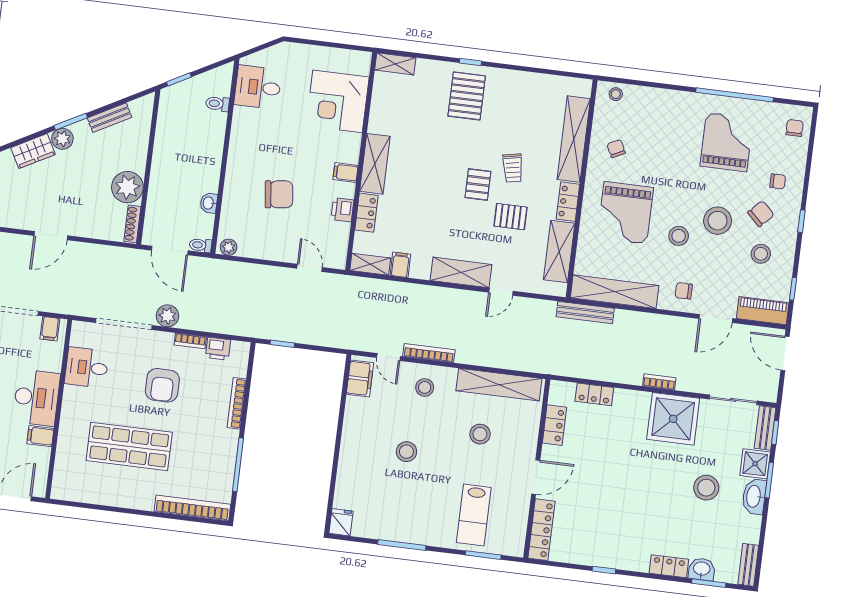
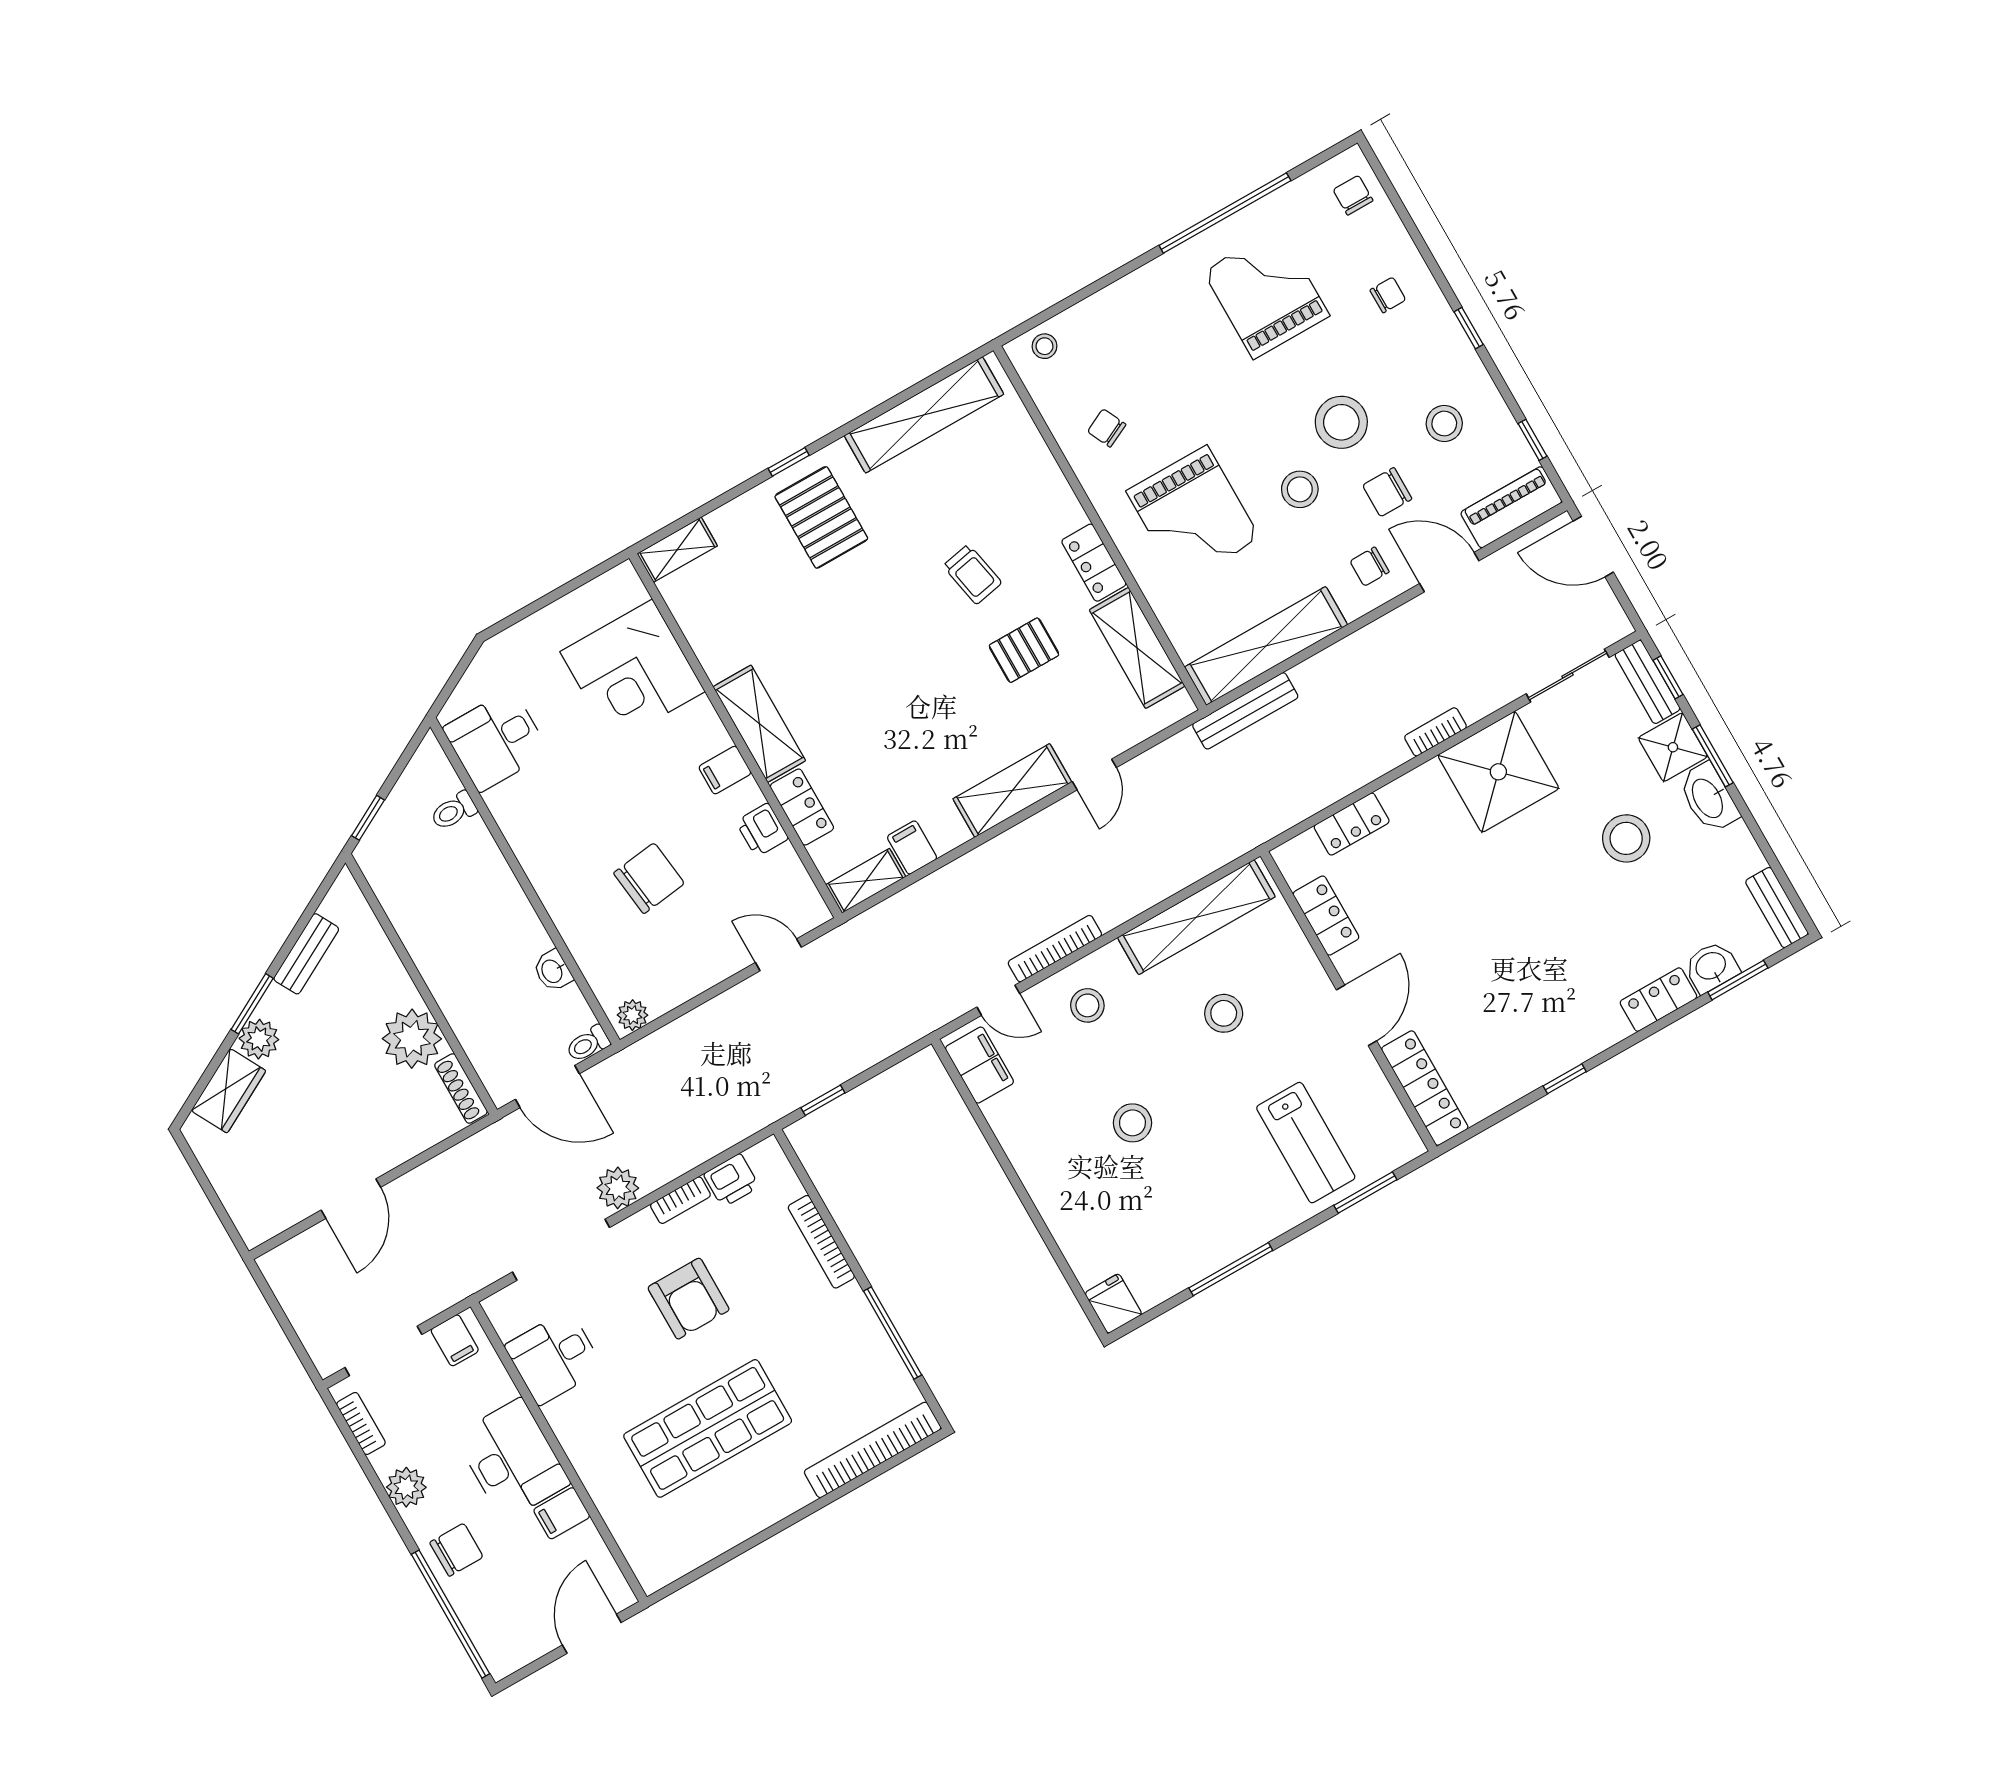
shelving: (574, 139) -> (924, 415), moved, turned 90
pallet: (478, 185) -> (938, 639), removed
chair: (761, 214) -> (1387, 492), moved, turned -134
door: (716, 318) -> (1449, 572), swing flipped

